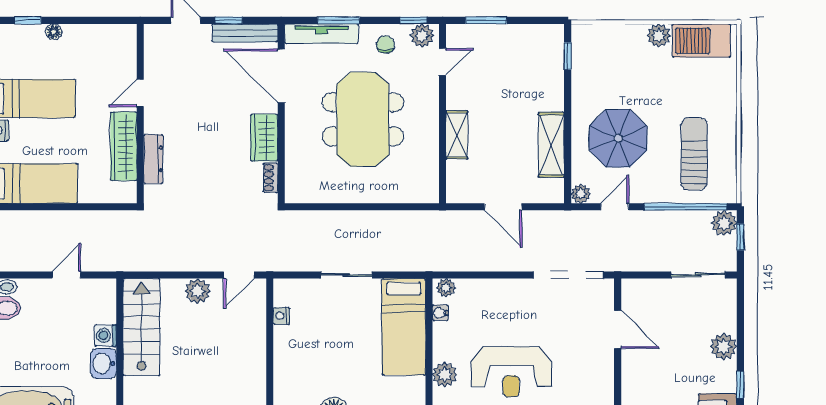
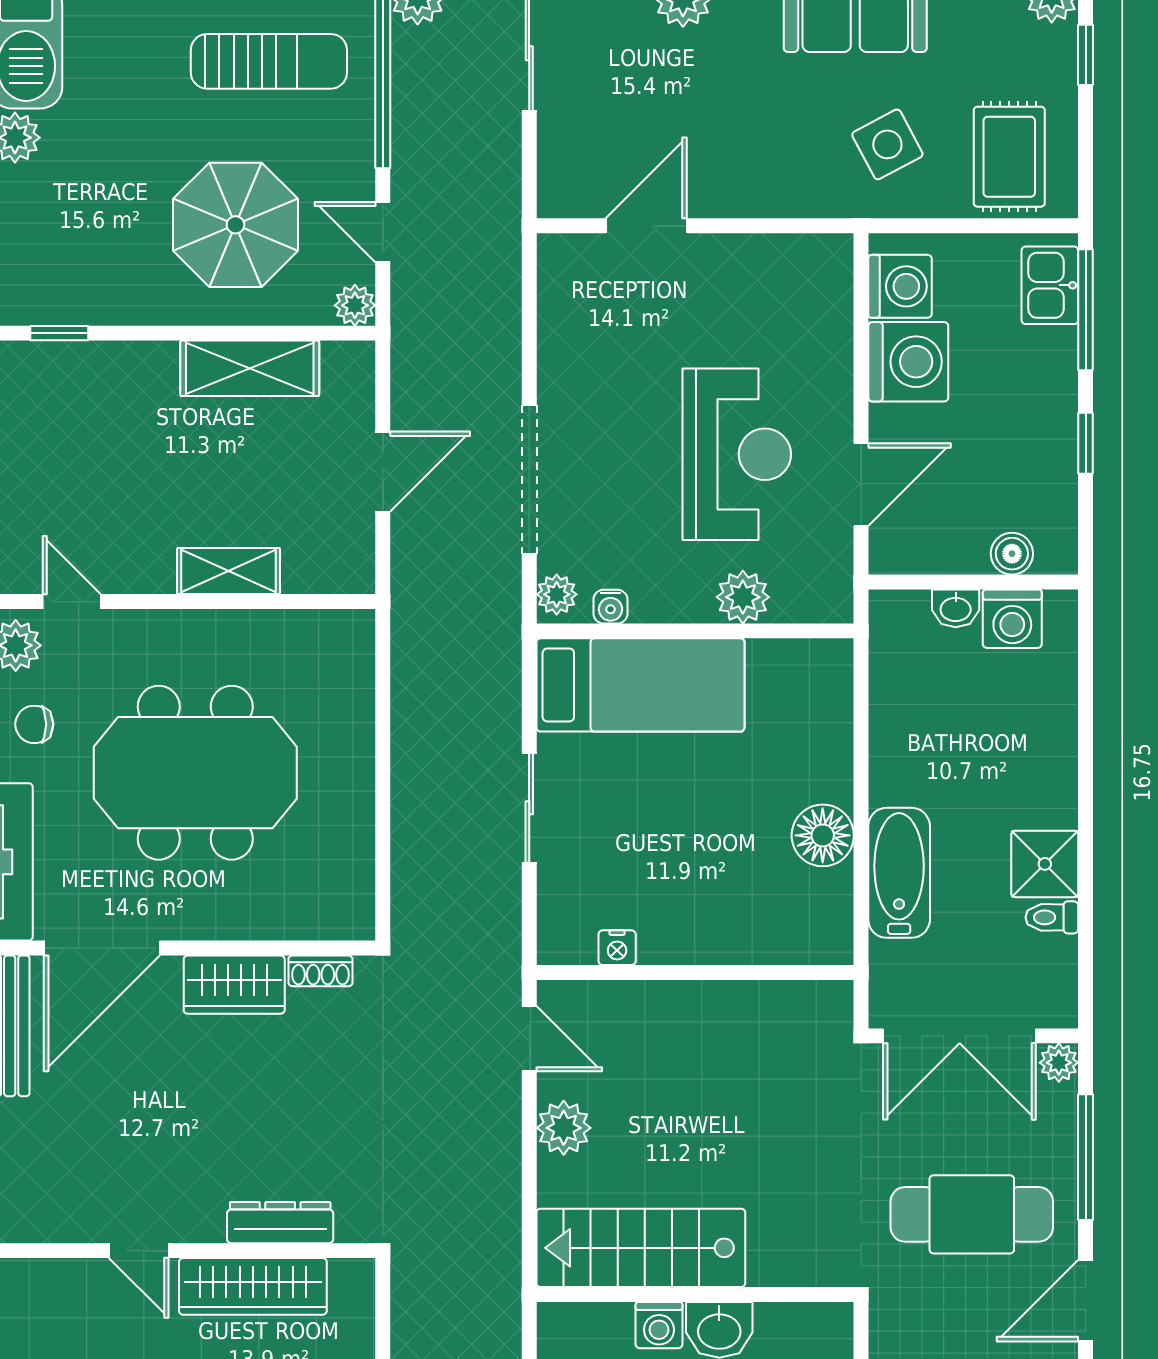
sun lounger: (694, 154) -> (269, 61), turned 180
doorway: (568, 275) -> (529, 480), moved

